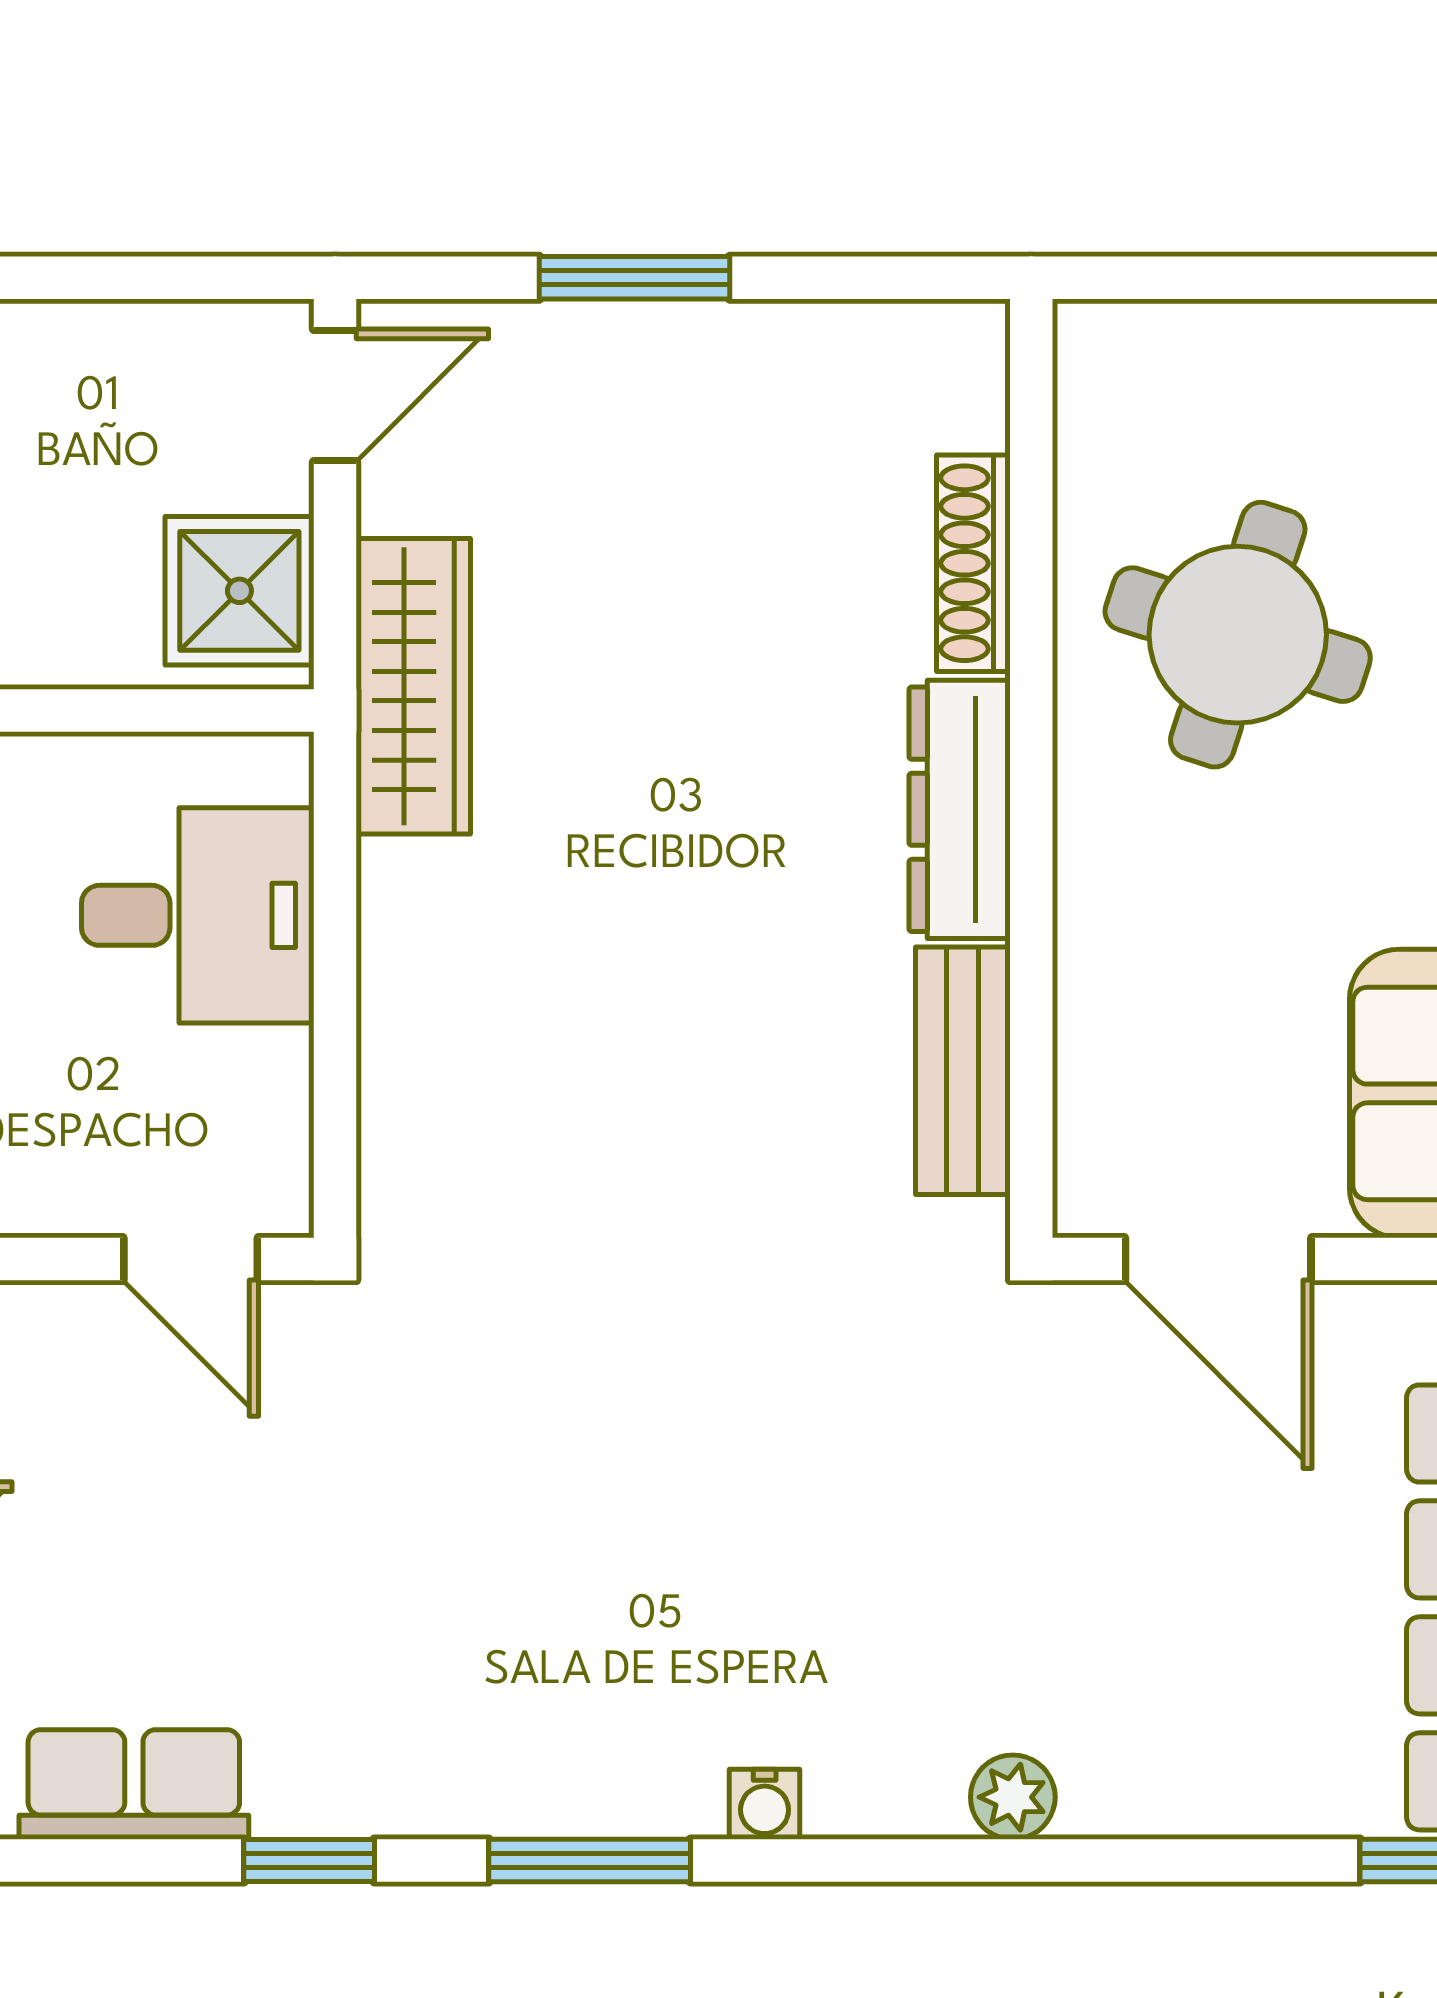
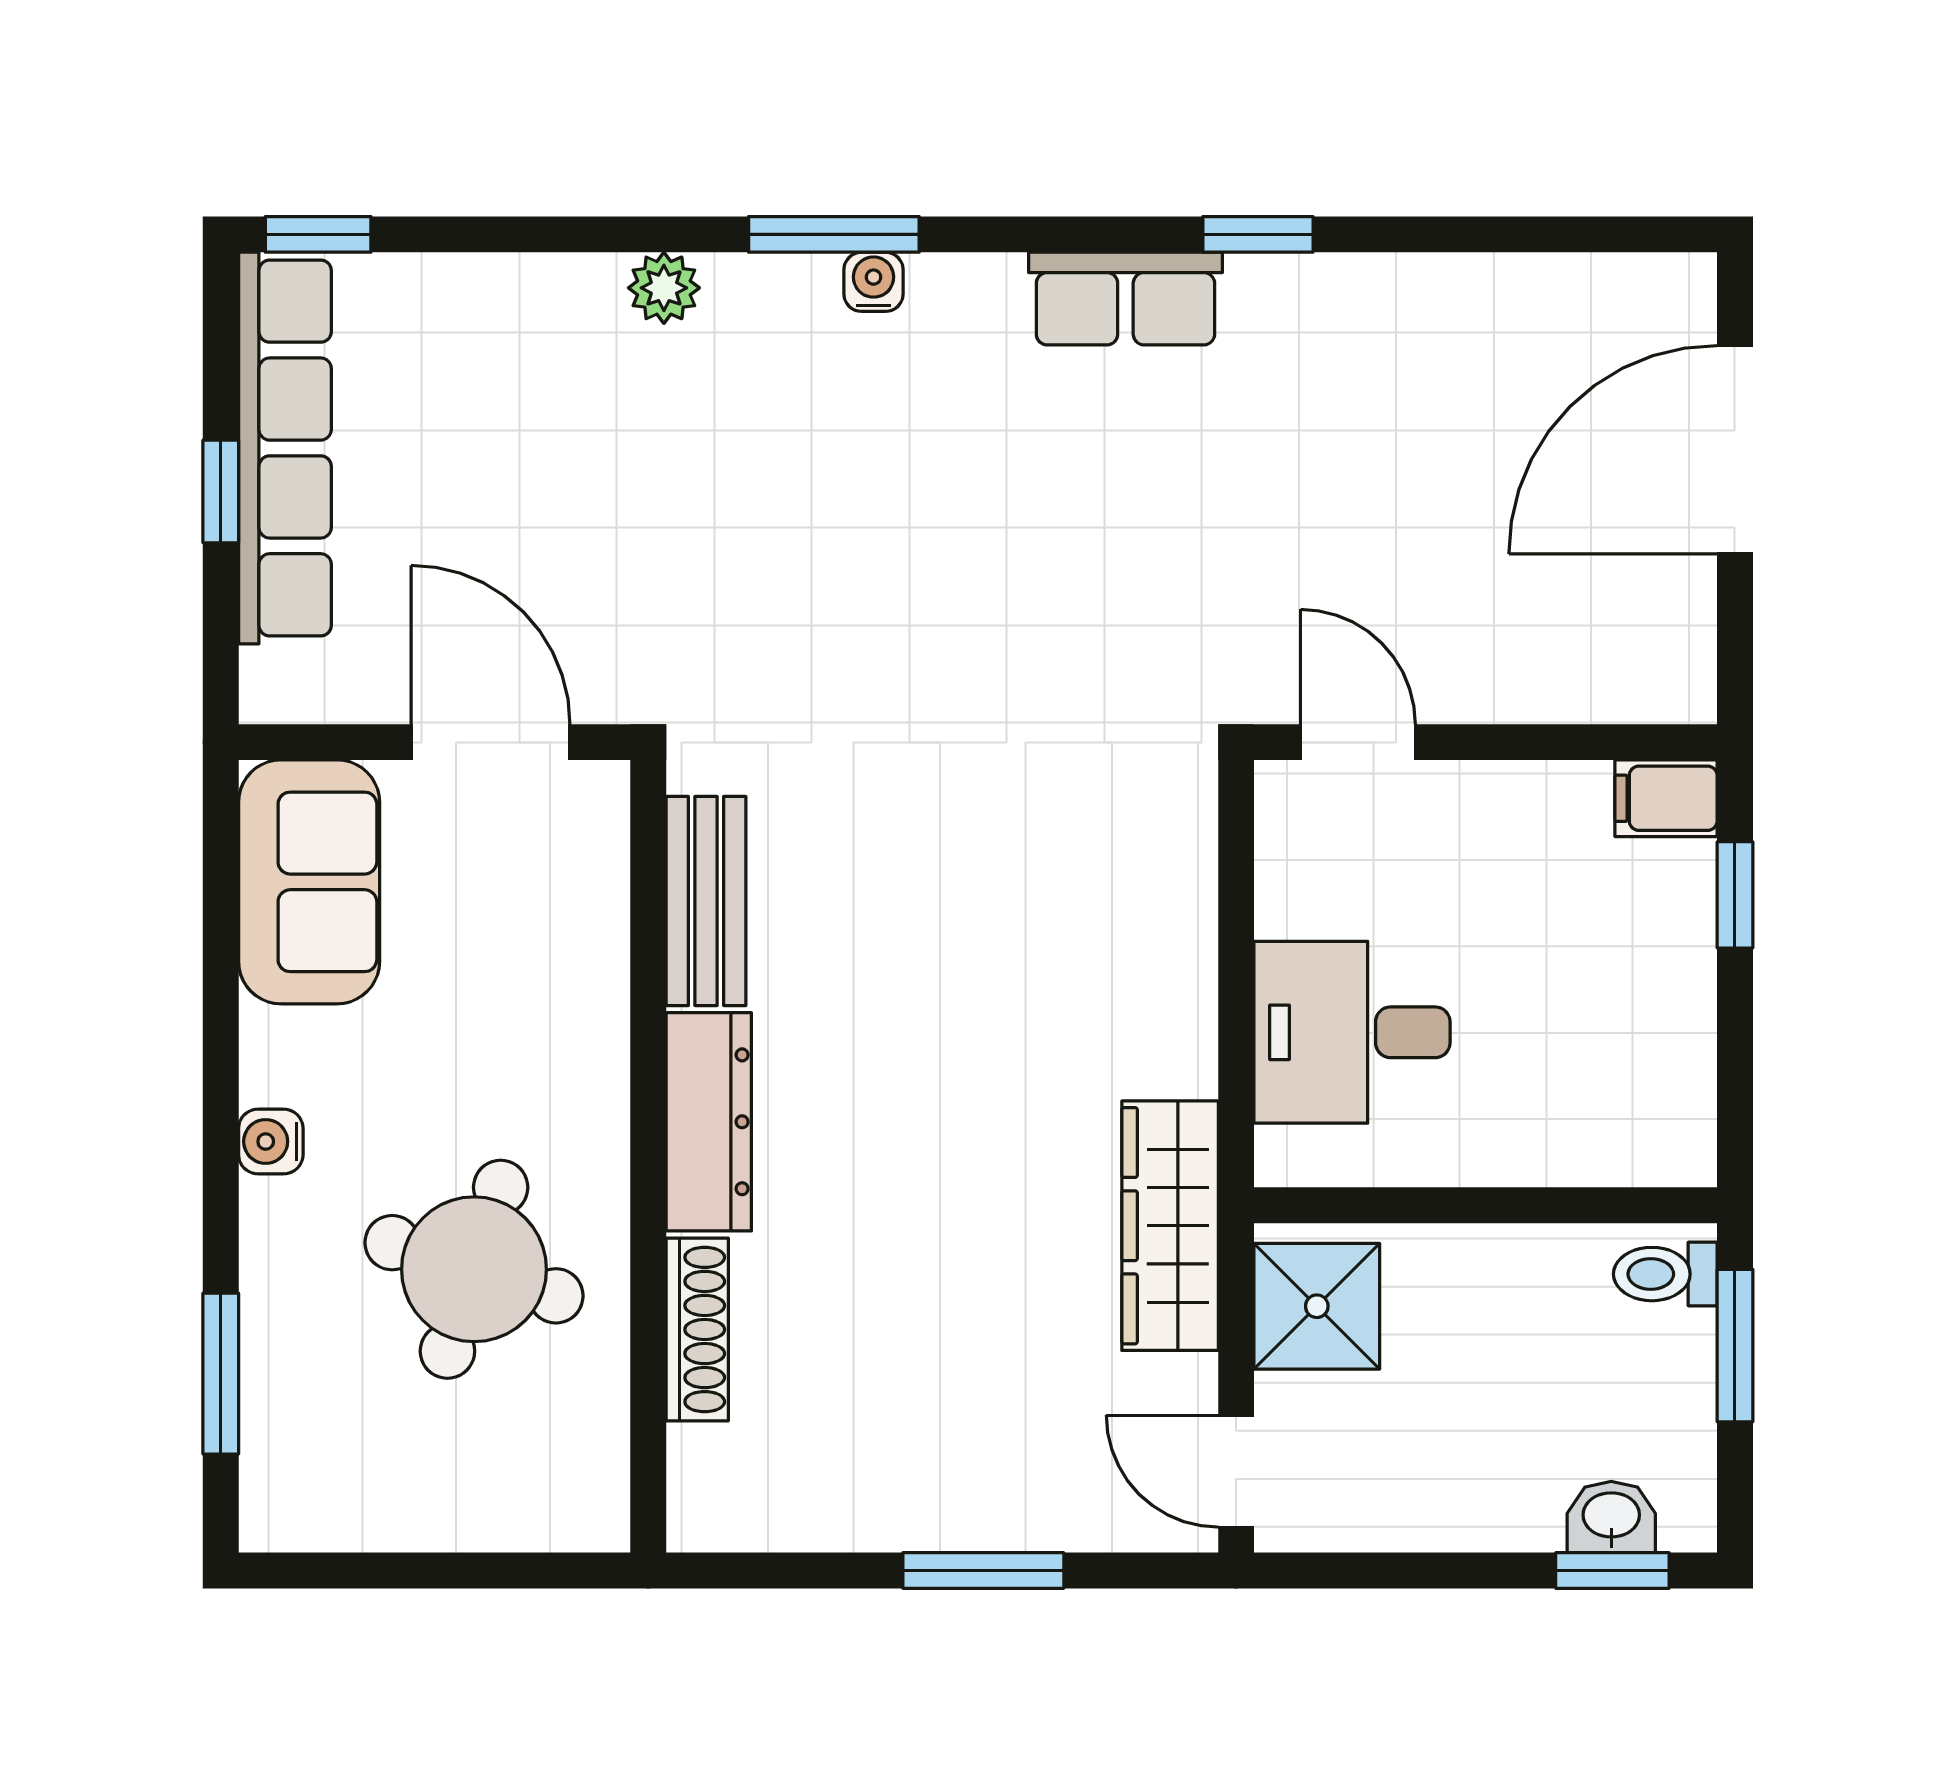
door: (335, 396) -> (1236, 1471), hinge flipped
row of seats: (134, 1784) -> (1125, 299), moved
window: (590, 1860) -> (834, 234), moved

